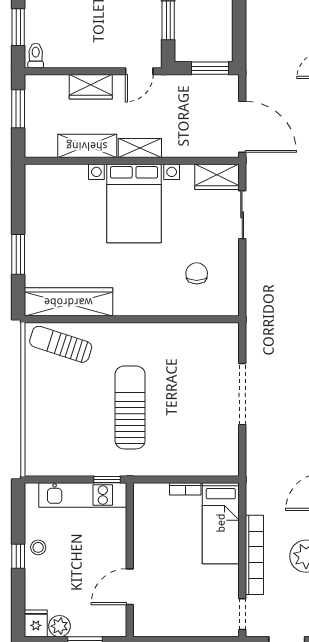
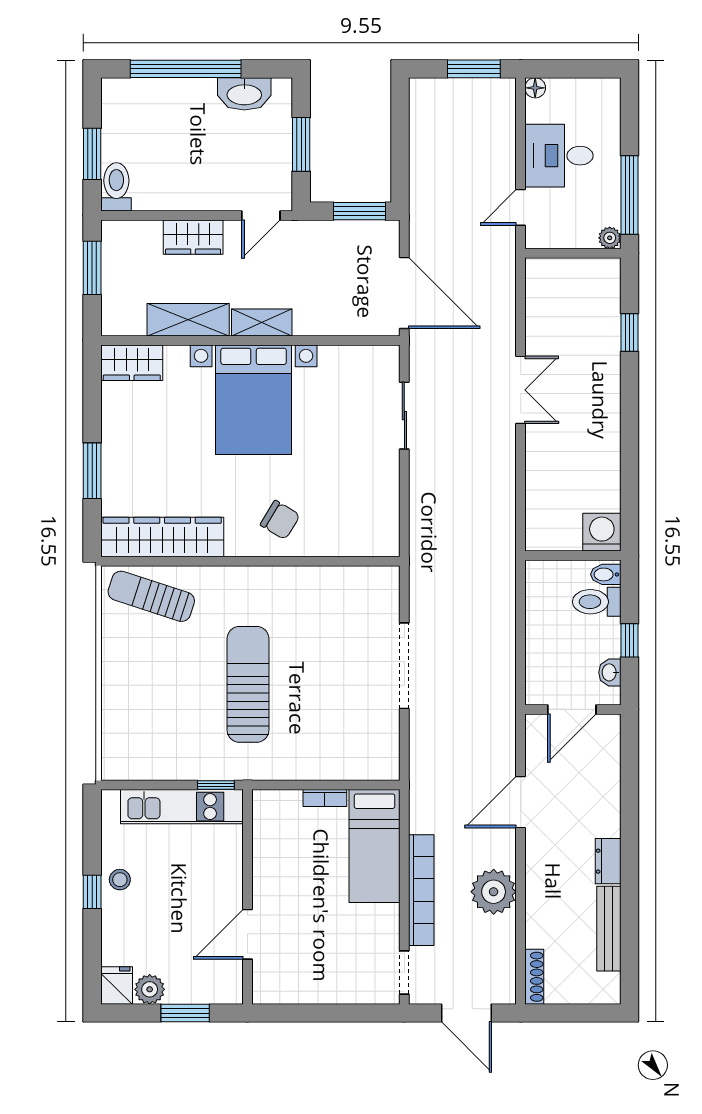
toilet: (36, 56) -> (116, 187), width x1.37, depth x1.39
wardrobe: (217, 177) -> (132, 363), moved
chair: (197, 273) -> (280, 520), moved, turned 121

